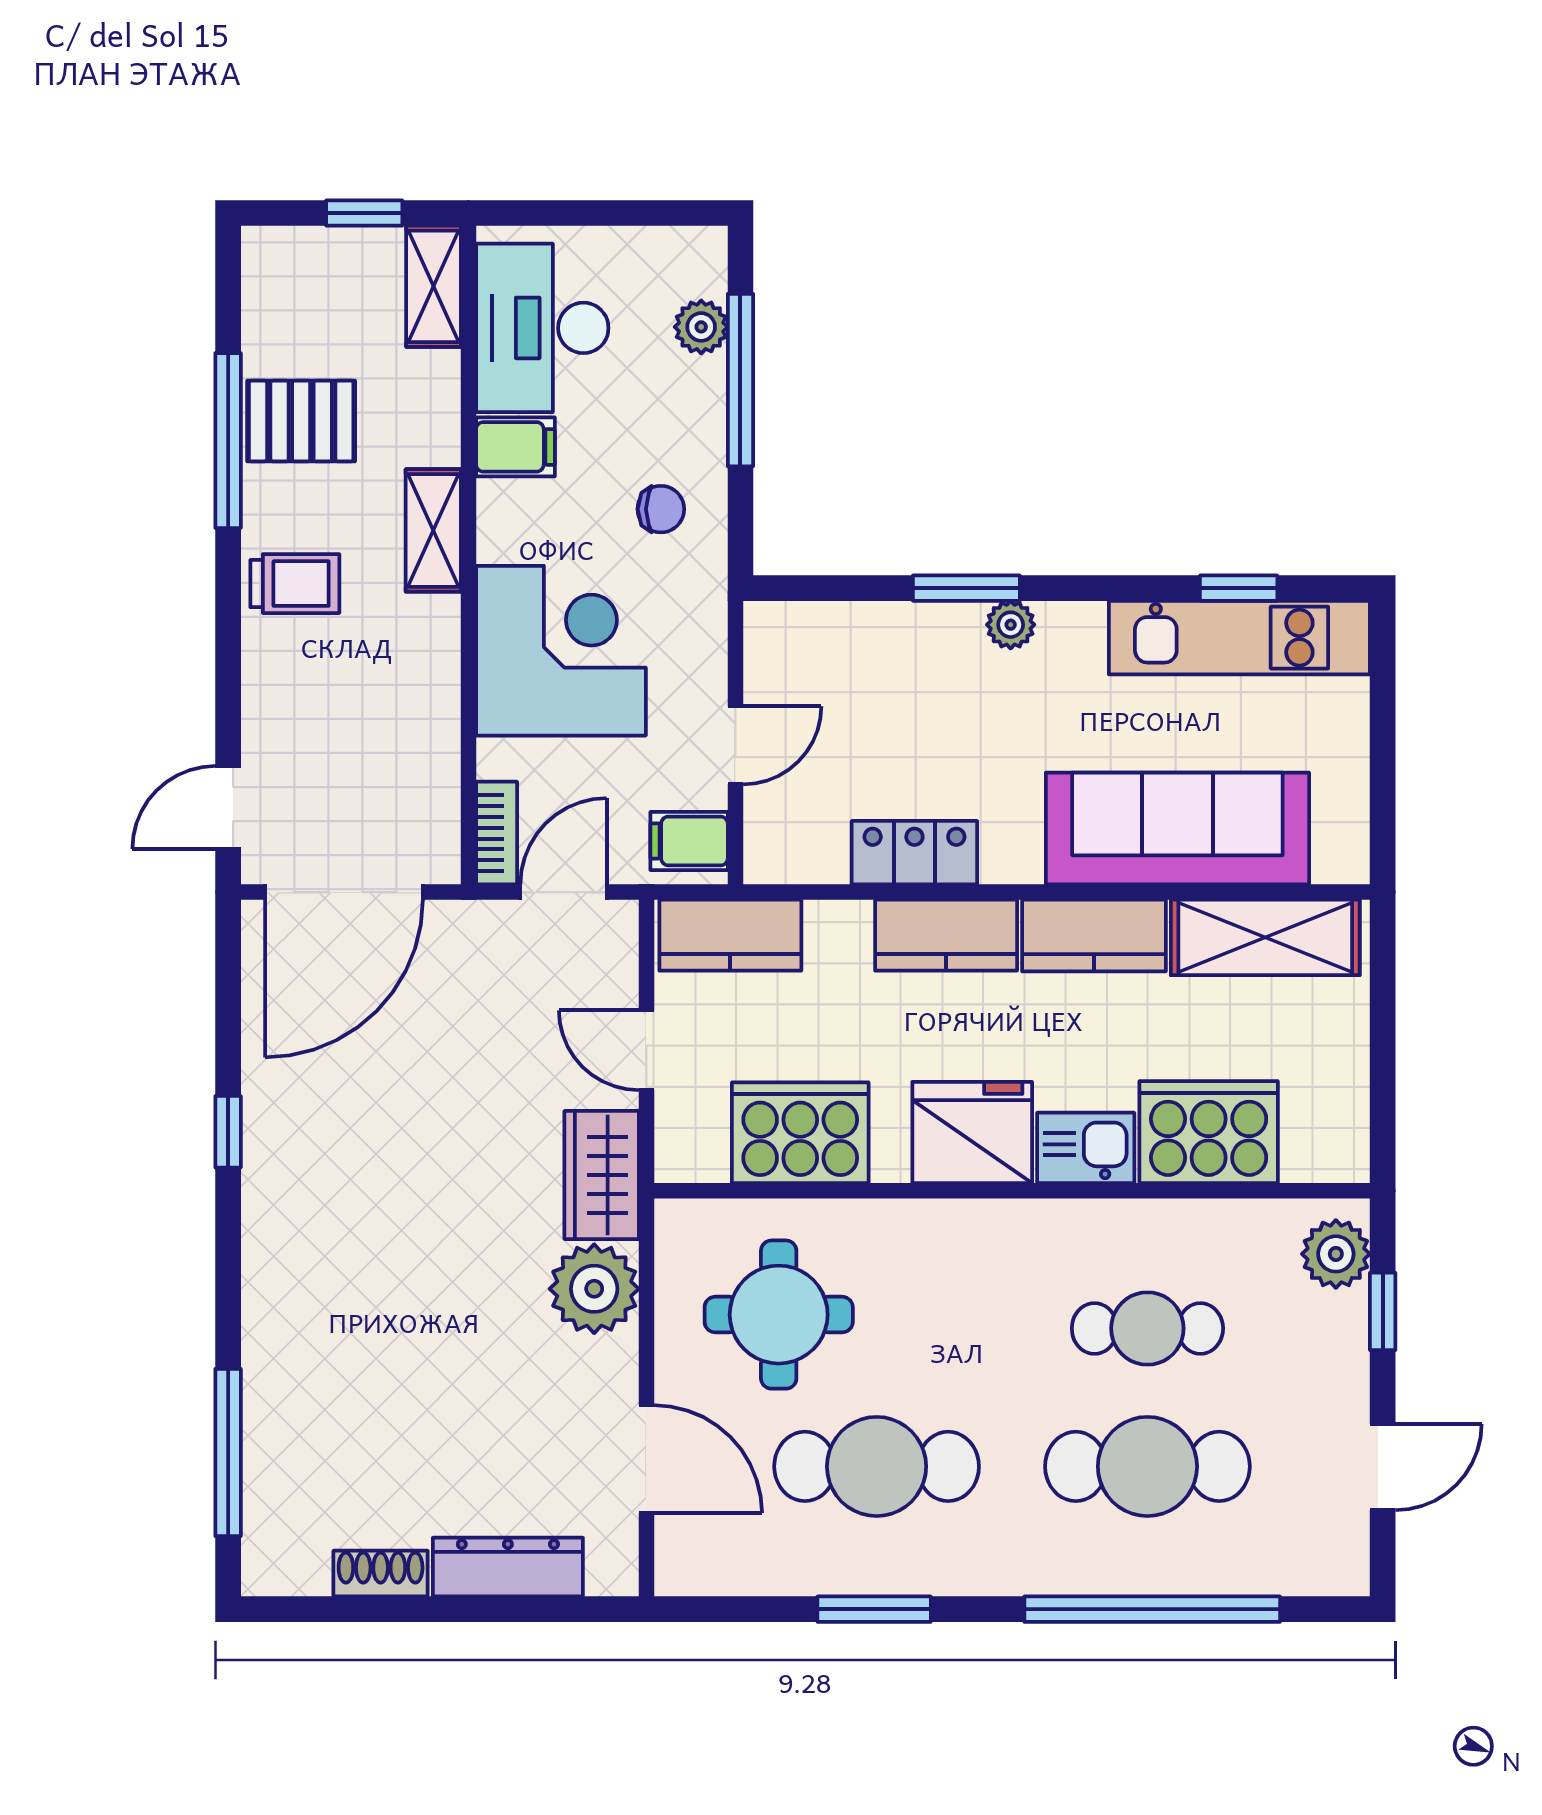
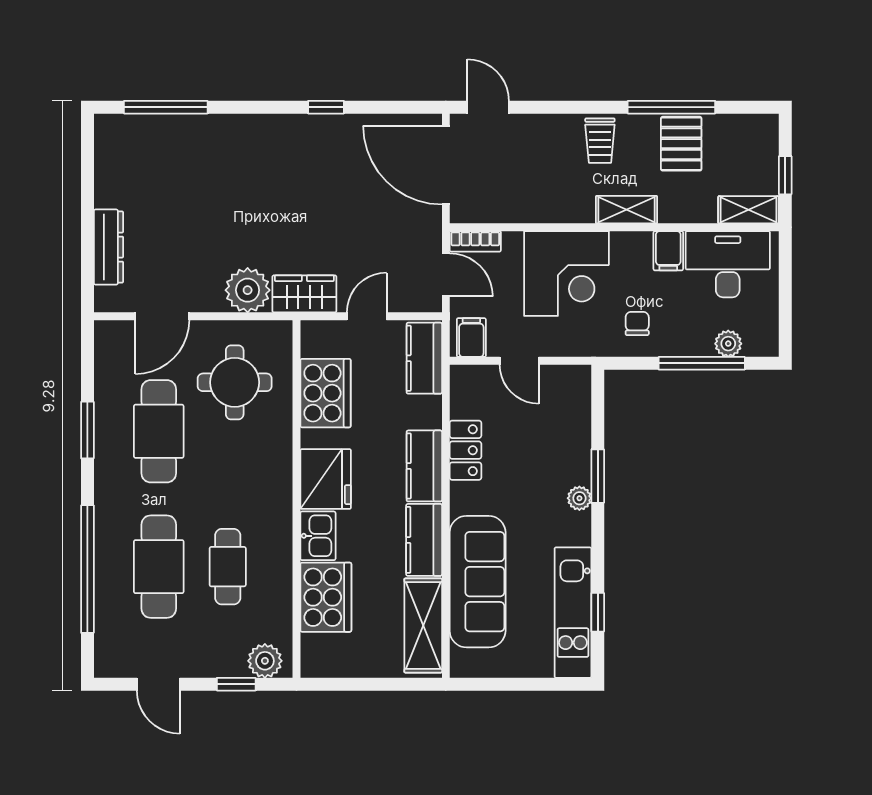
chair: (661, 509) -> (637, 323), turned 180
shoe rack: (381, 1574) -> (105, 183), removed

